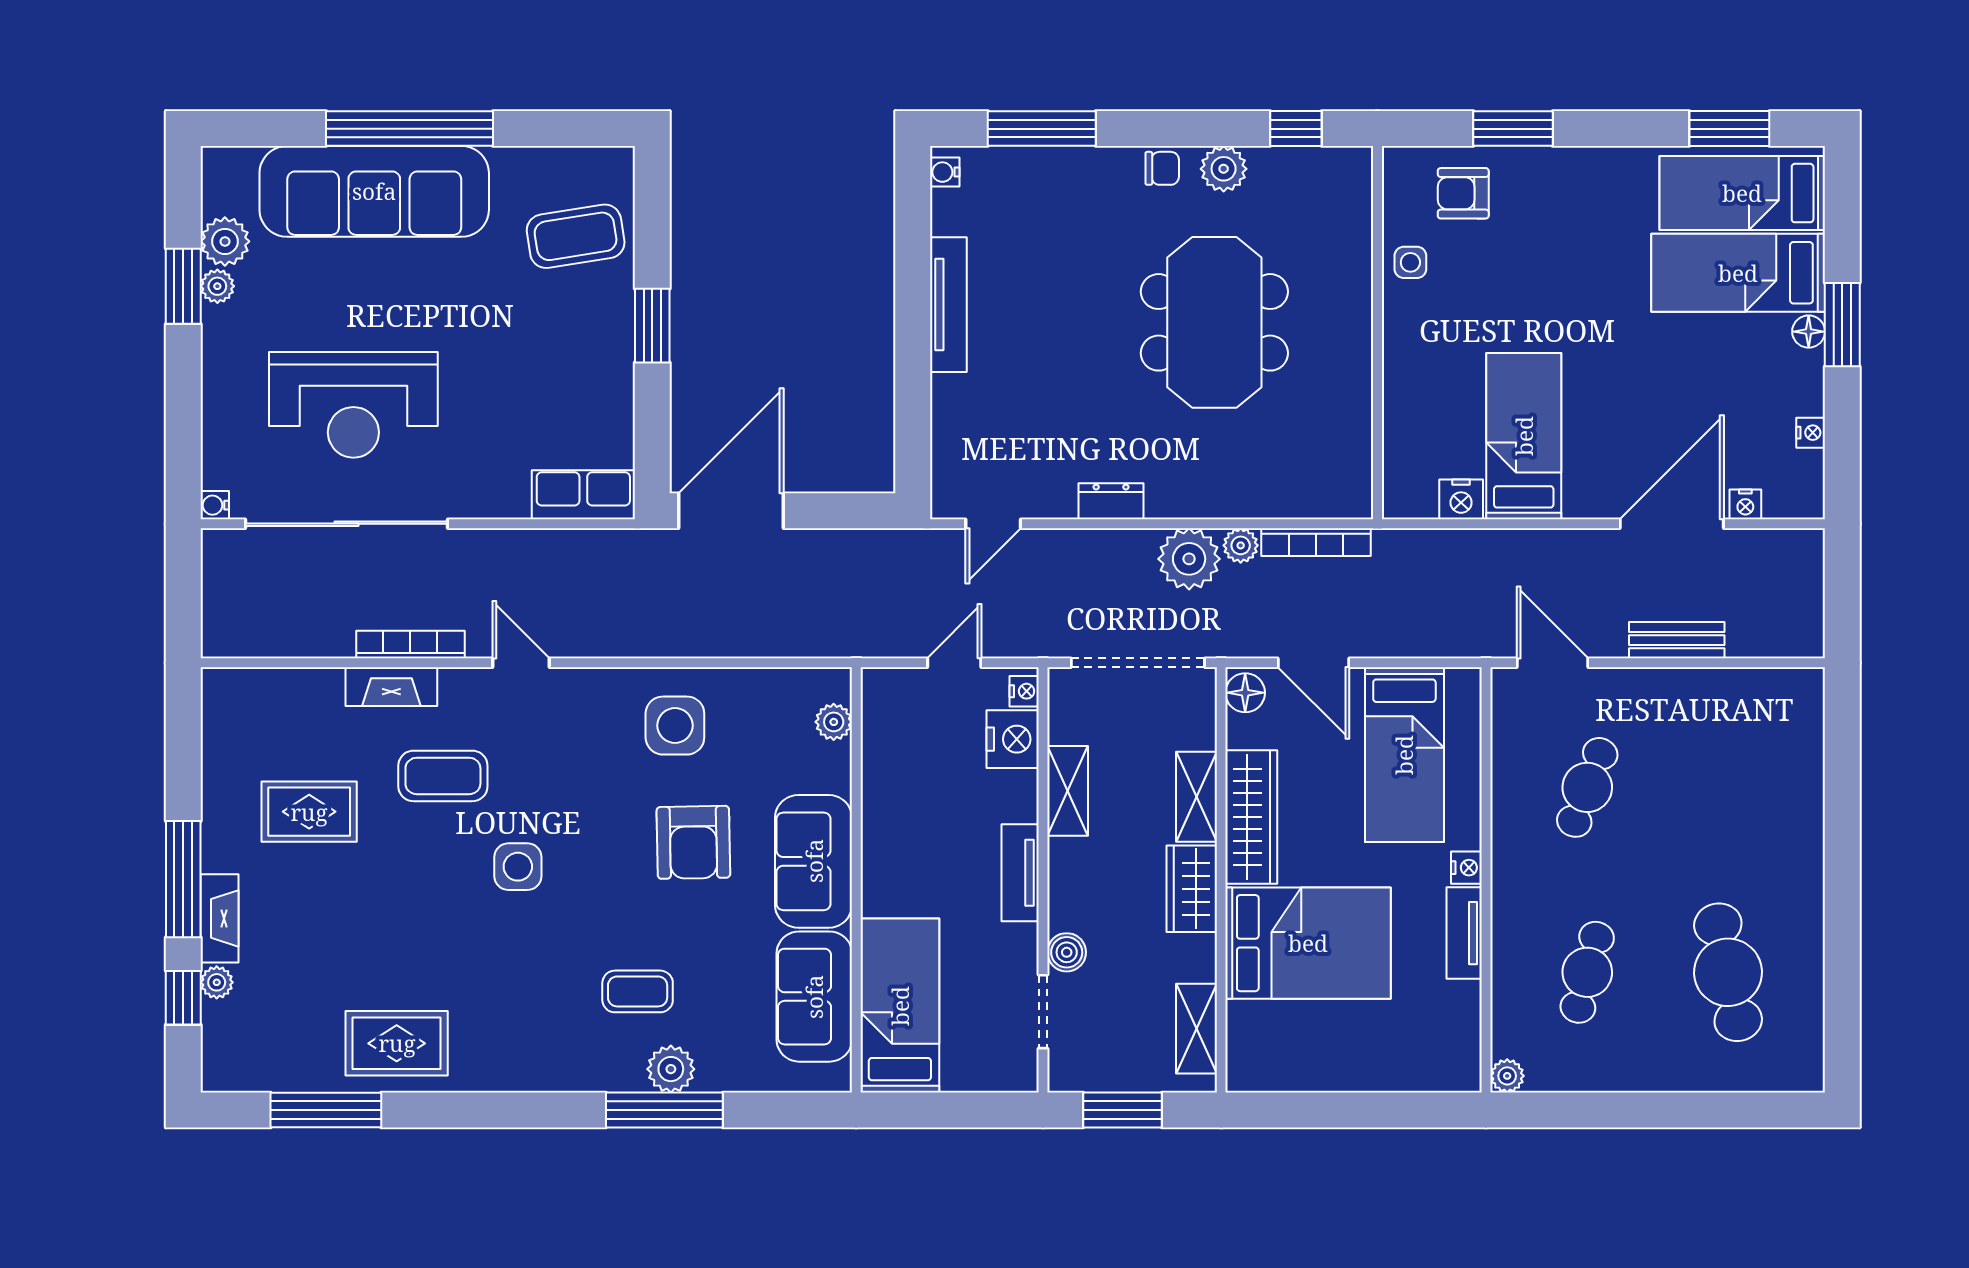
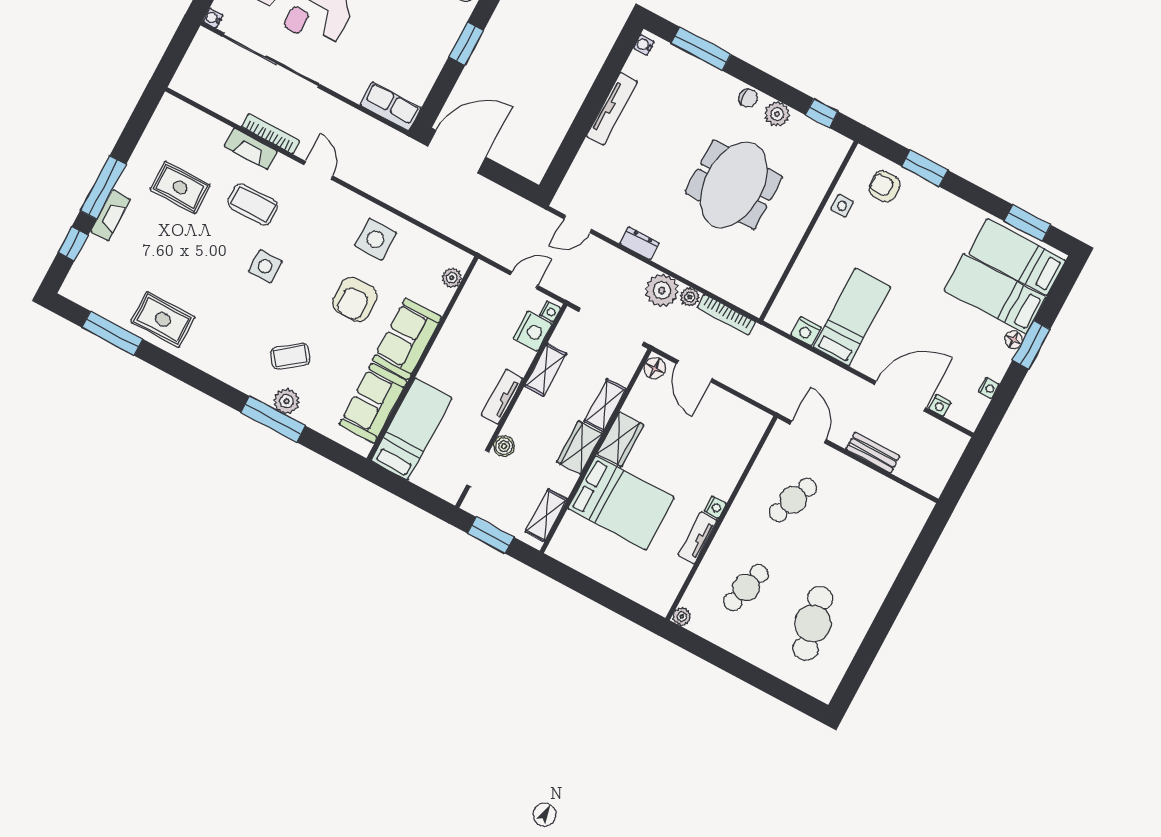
bed: (1404, 755) -> (714, 438), removed
wardrobe: (1251, 817) -> (620, 439), width x0.67
plant: (217, 982) -> (93, 245), removed
coffee table: (638, 991) -> (290, 356), turned -37

